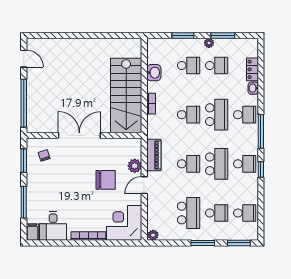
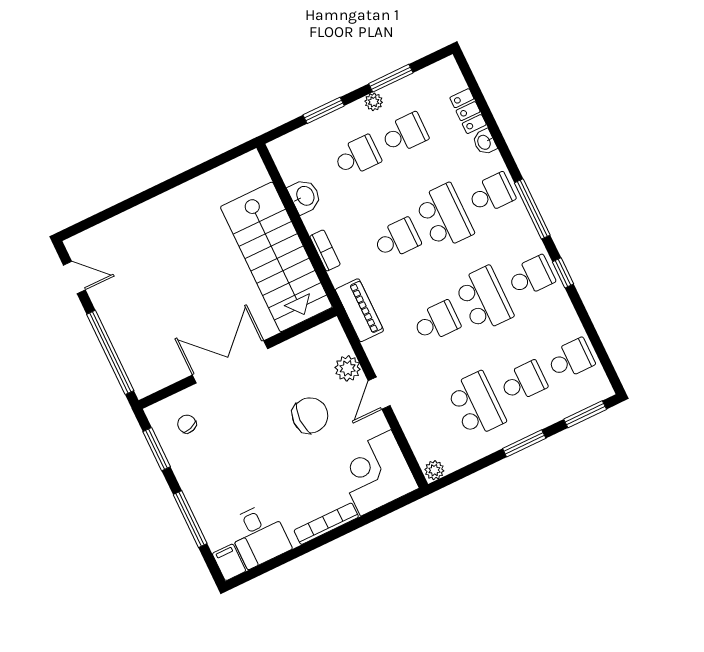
piano: (154, 155) -> (359, 310), moved

